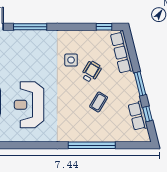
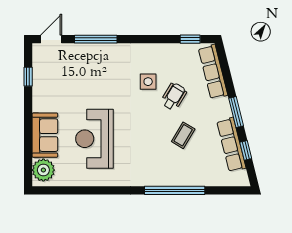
row of seats: (138, 116) -> (231, 145), width x1.48

